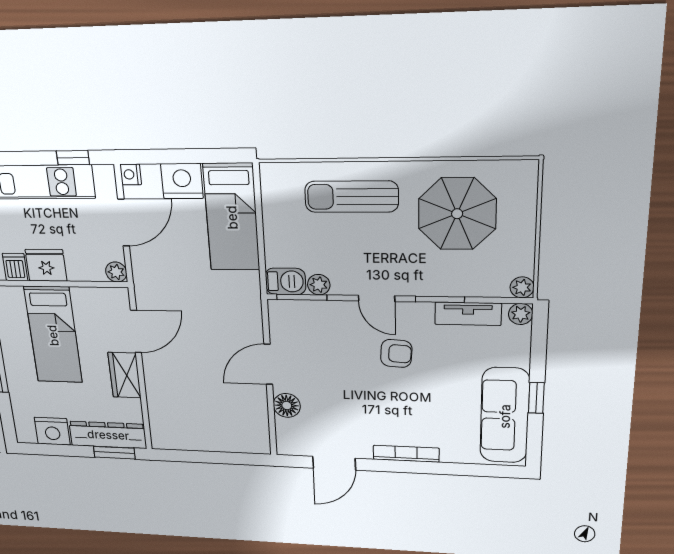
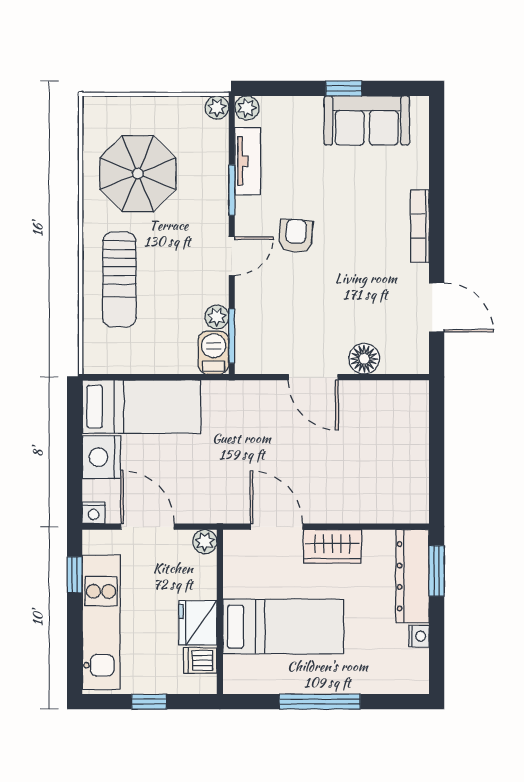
sofa: (505, 416) -> (367, 120), width x0.73
nightstand: (52, 431) -> (419, 636), width x0.53, depth x0.56

